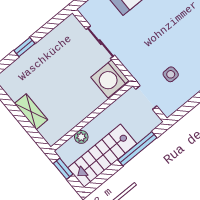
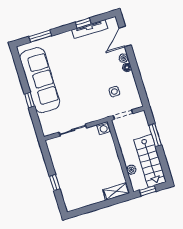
washing machine: (110, 79) -> (103, 128), width x0.53, depth x0.53
shelving: (31, 112) -> (116, 191), moved
window: (137, 149) -> (155, 135), width x0.69

